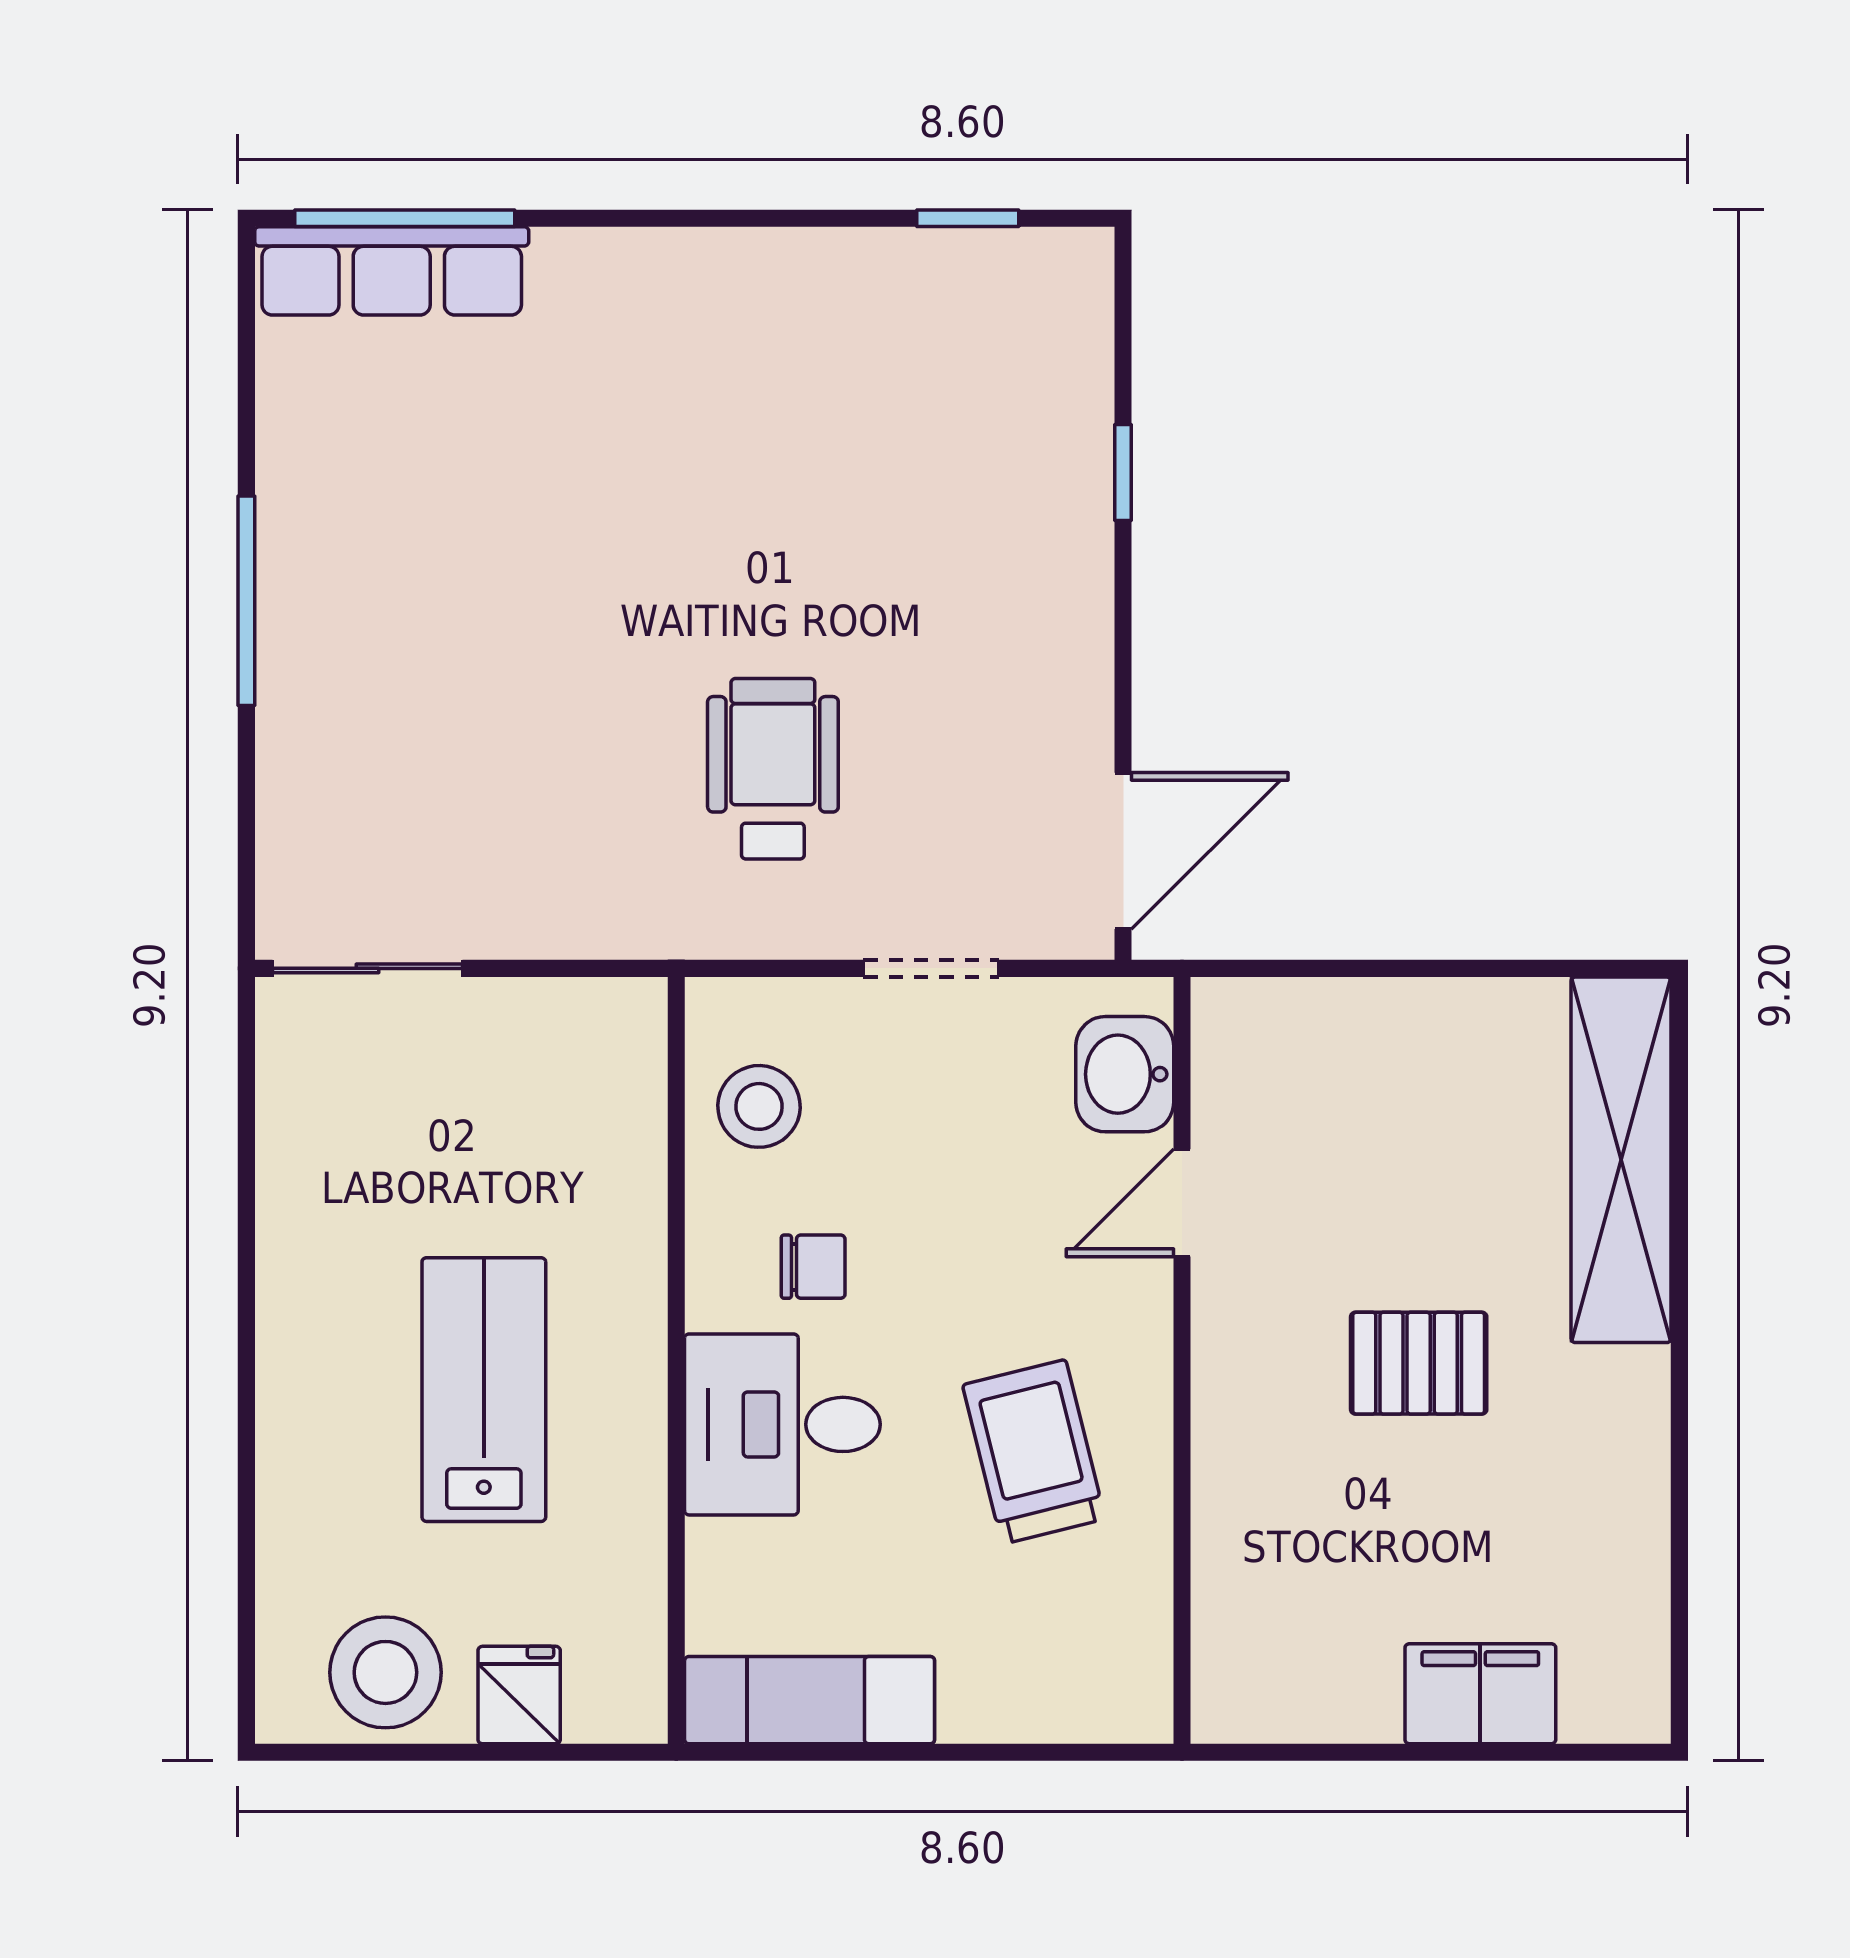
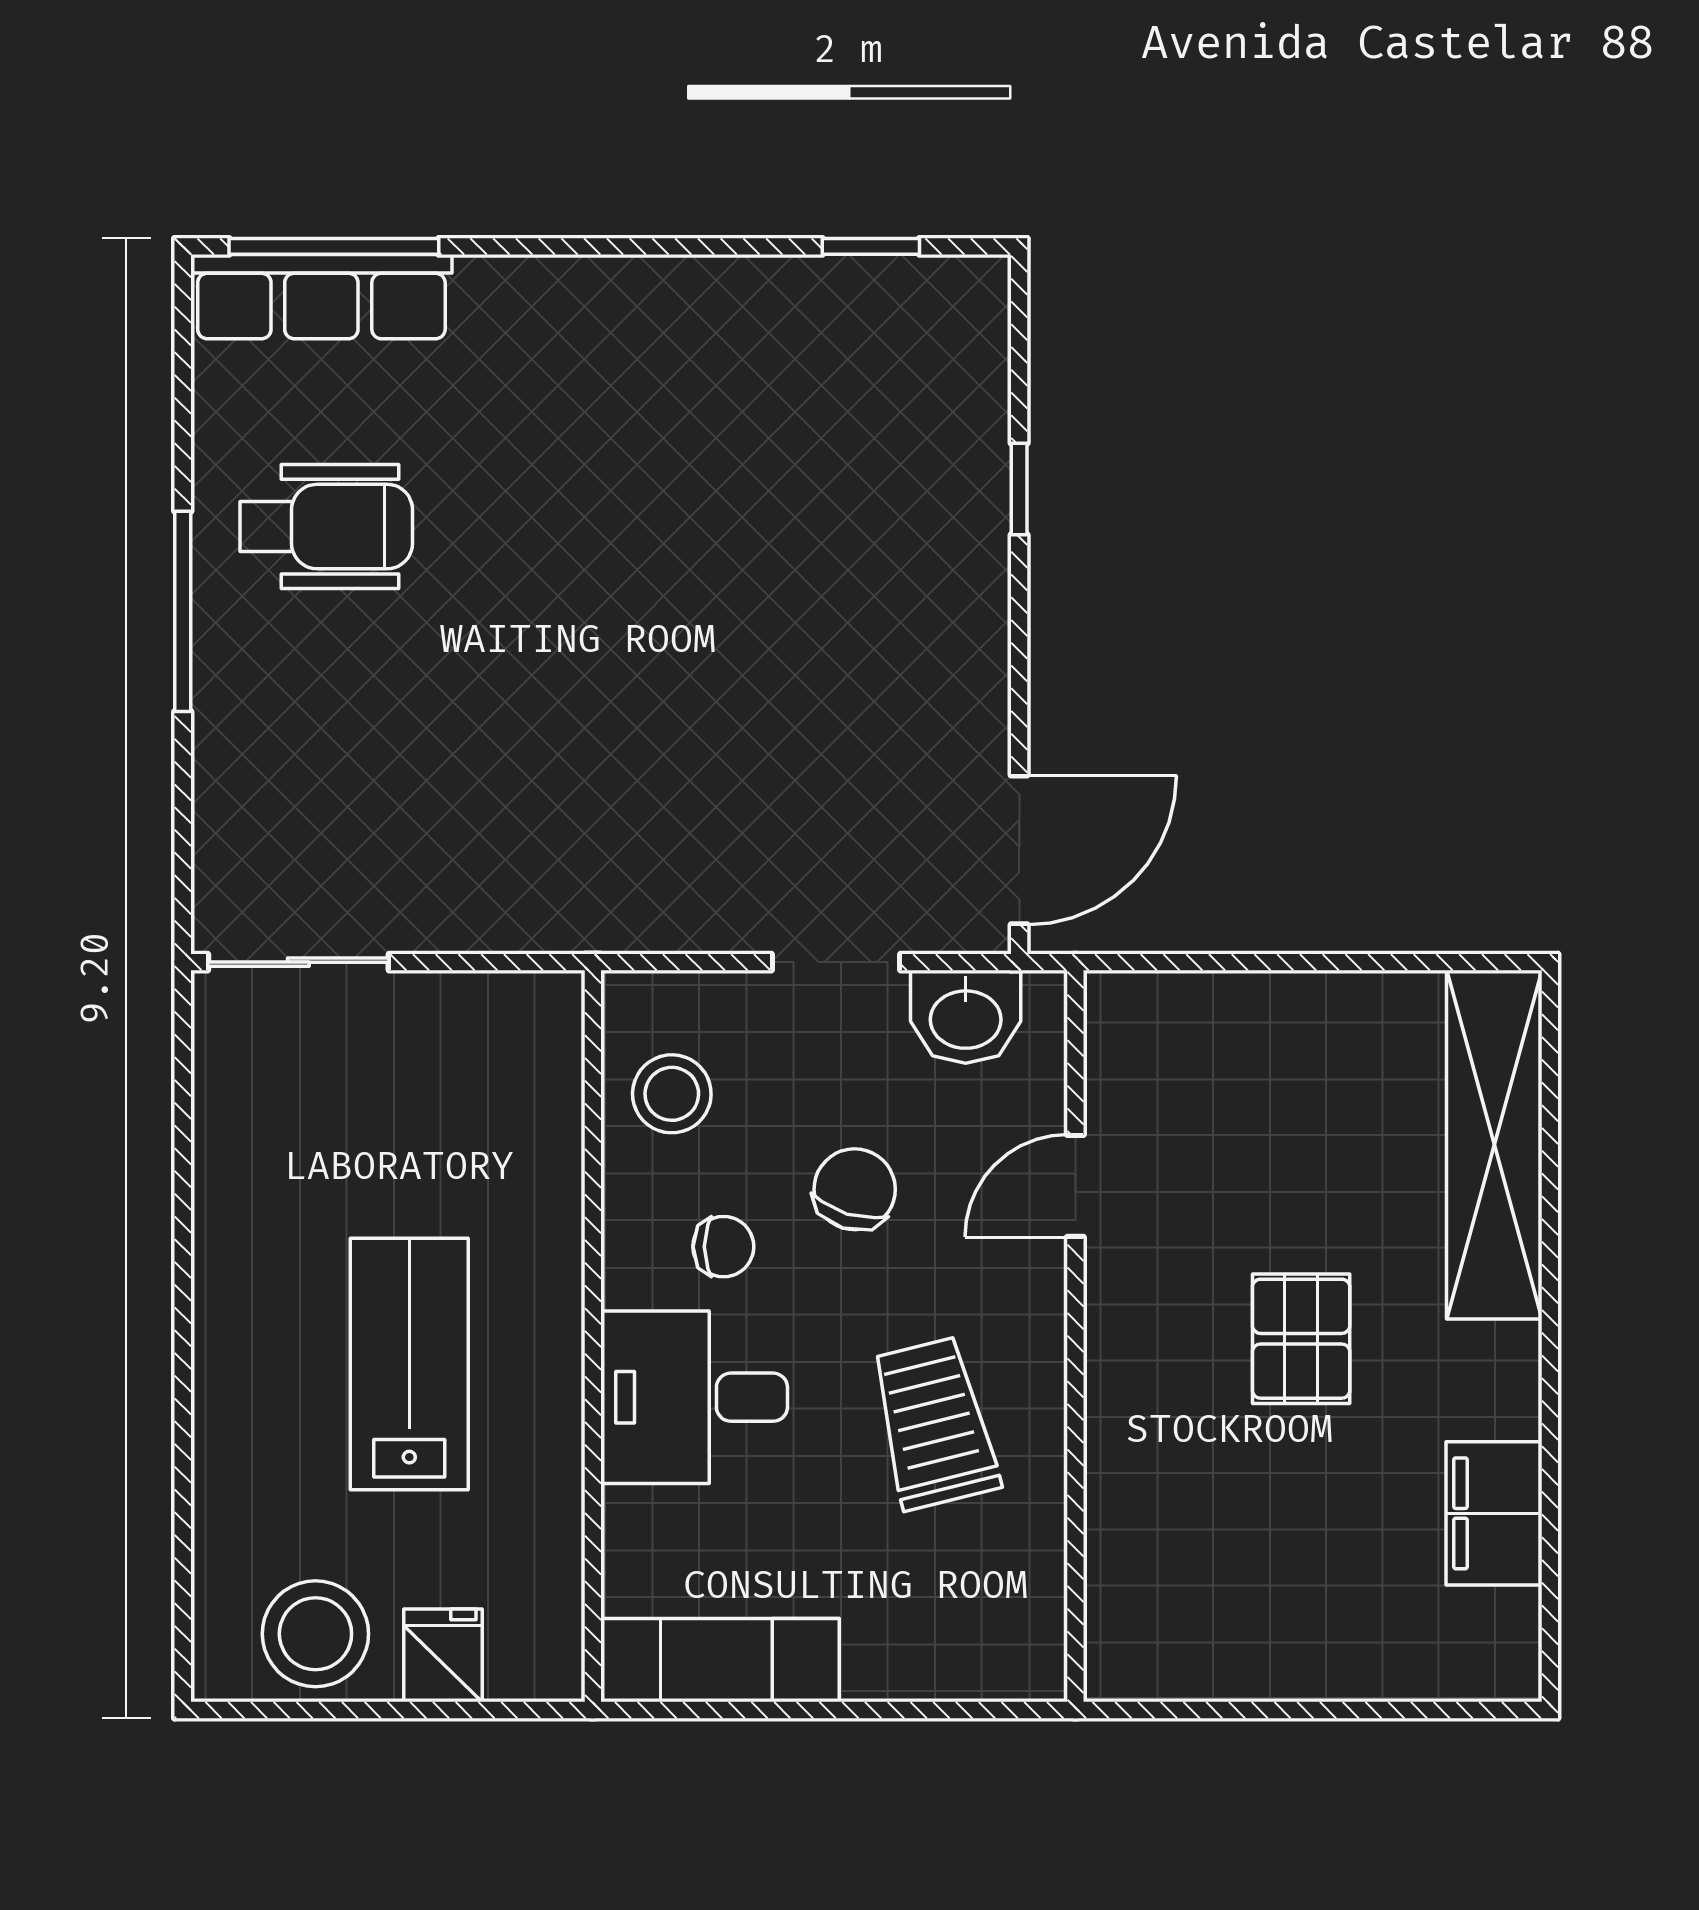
wheelchair: (773, 769) -> (326, 527), moved, turned 90
washbasin: (1125, 1074) -> (966, 1017), moved, turned -90
chair: (951, 1206) -> (855, 1189), added
pallet: (1419, 1363) -> (1301, 1339), turned 90
filing cabinet: (1480, 1694) -> (1494, 1513), moved, turned -90

